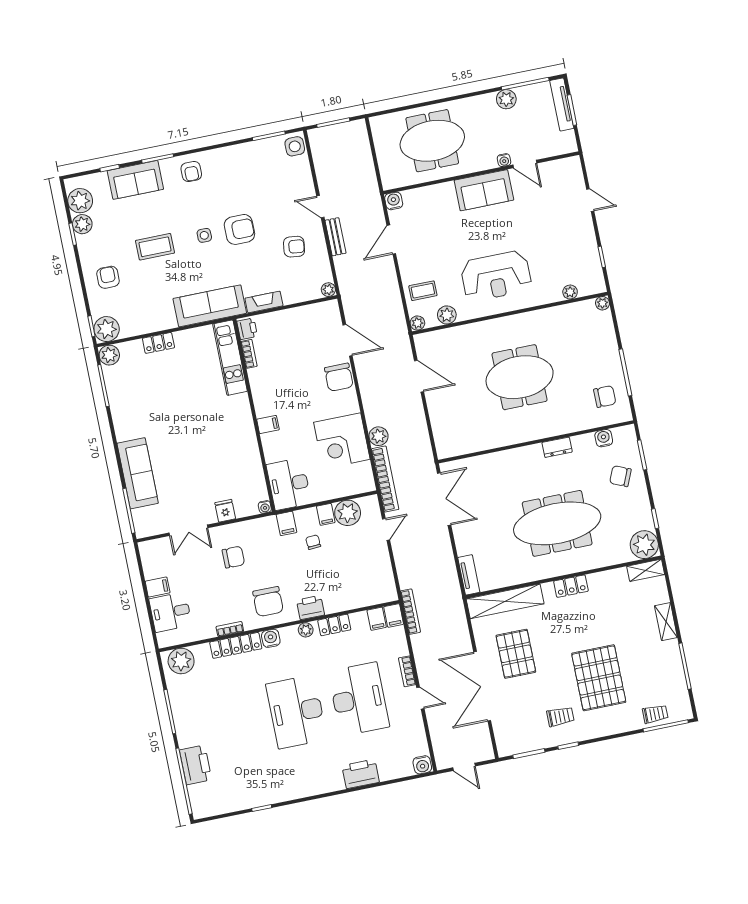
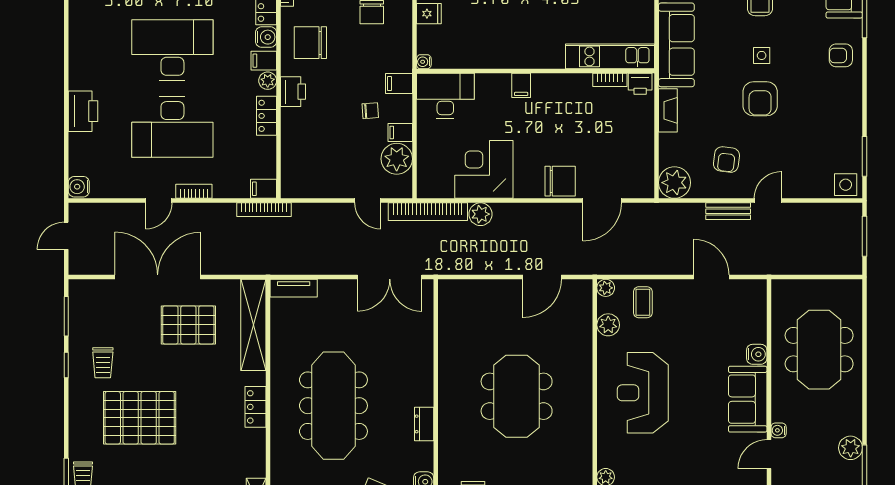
water cooler: (394, 201) -> (757, 354), moved
plant: (328, 290) -> (674, 183), width x1.88, depth x1.88
chair: (339, 377) -> (560, 181), turned 180
filing cabinet: (377, 619) -> (264, 61), moved

